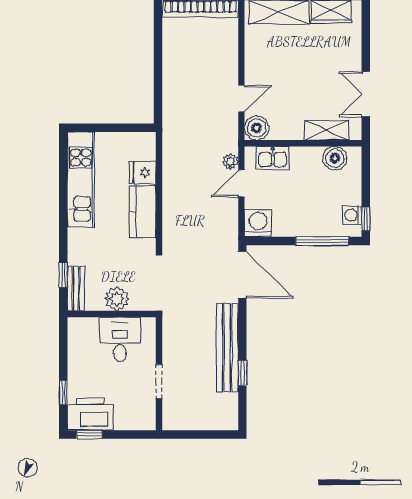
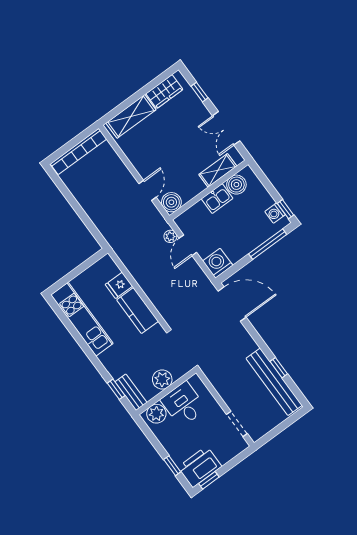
window: (366, 38) -> (200, 92), added
kitchen sink: (273, 158) -> (217, 199), moved
plant: (86, 329) -> (156, 414), added
bench: (227, 348) -> (274, 382), moved
doorway: (159, 382) -> (237, 424), moved

